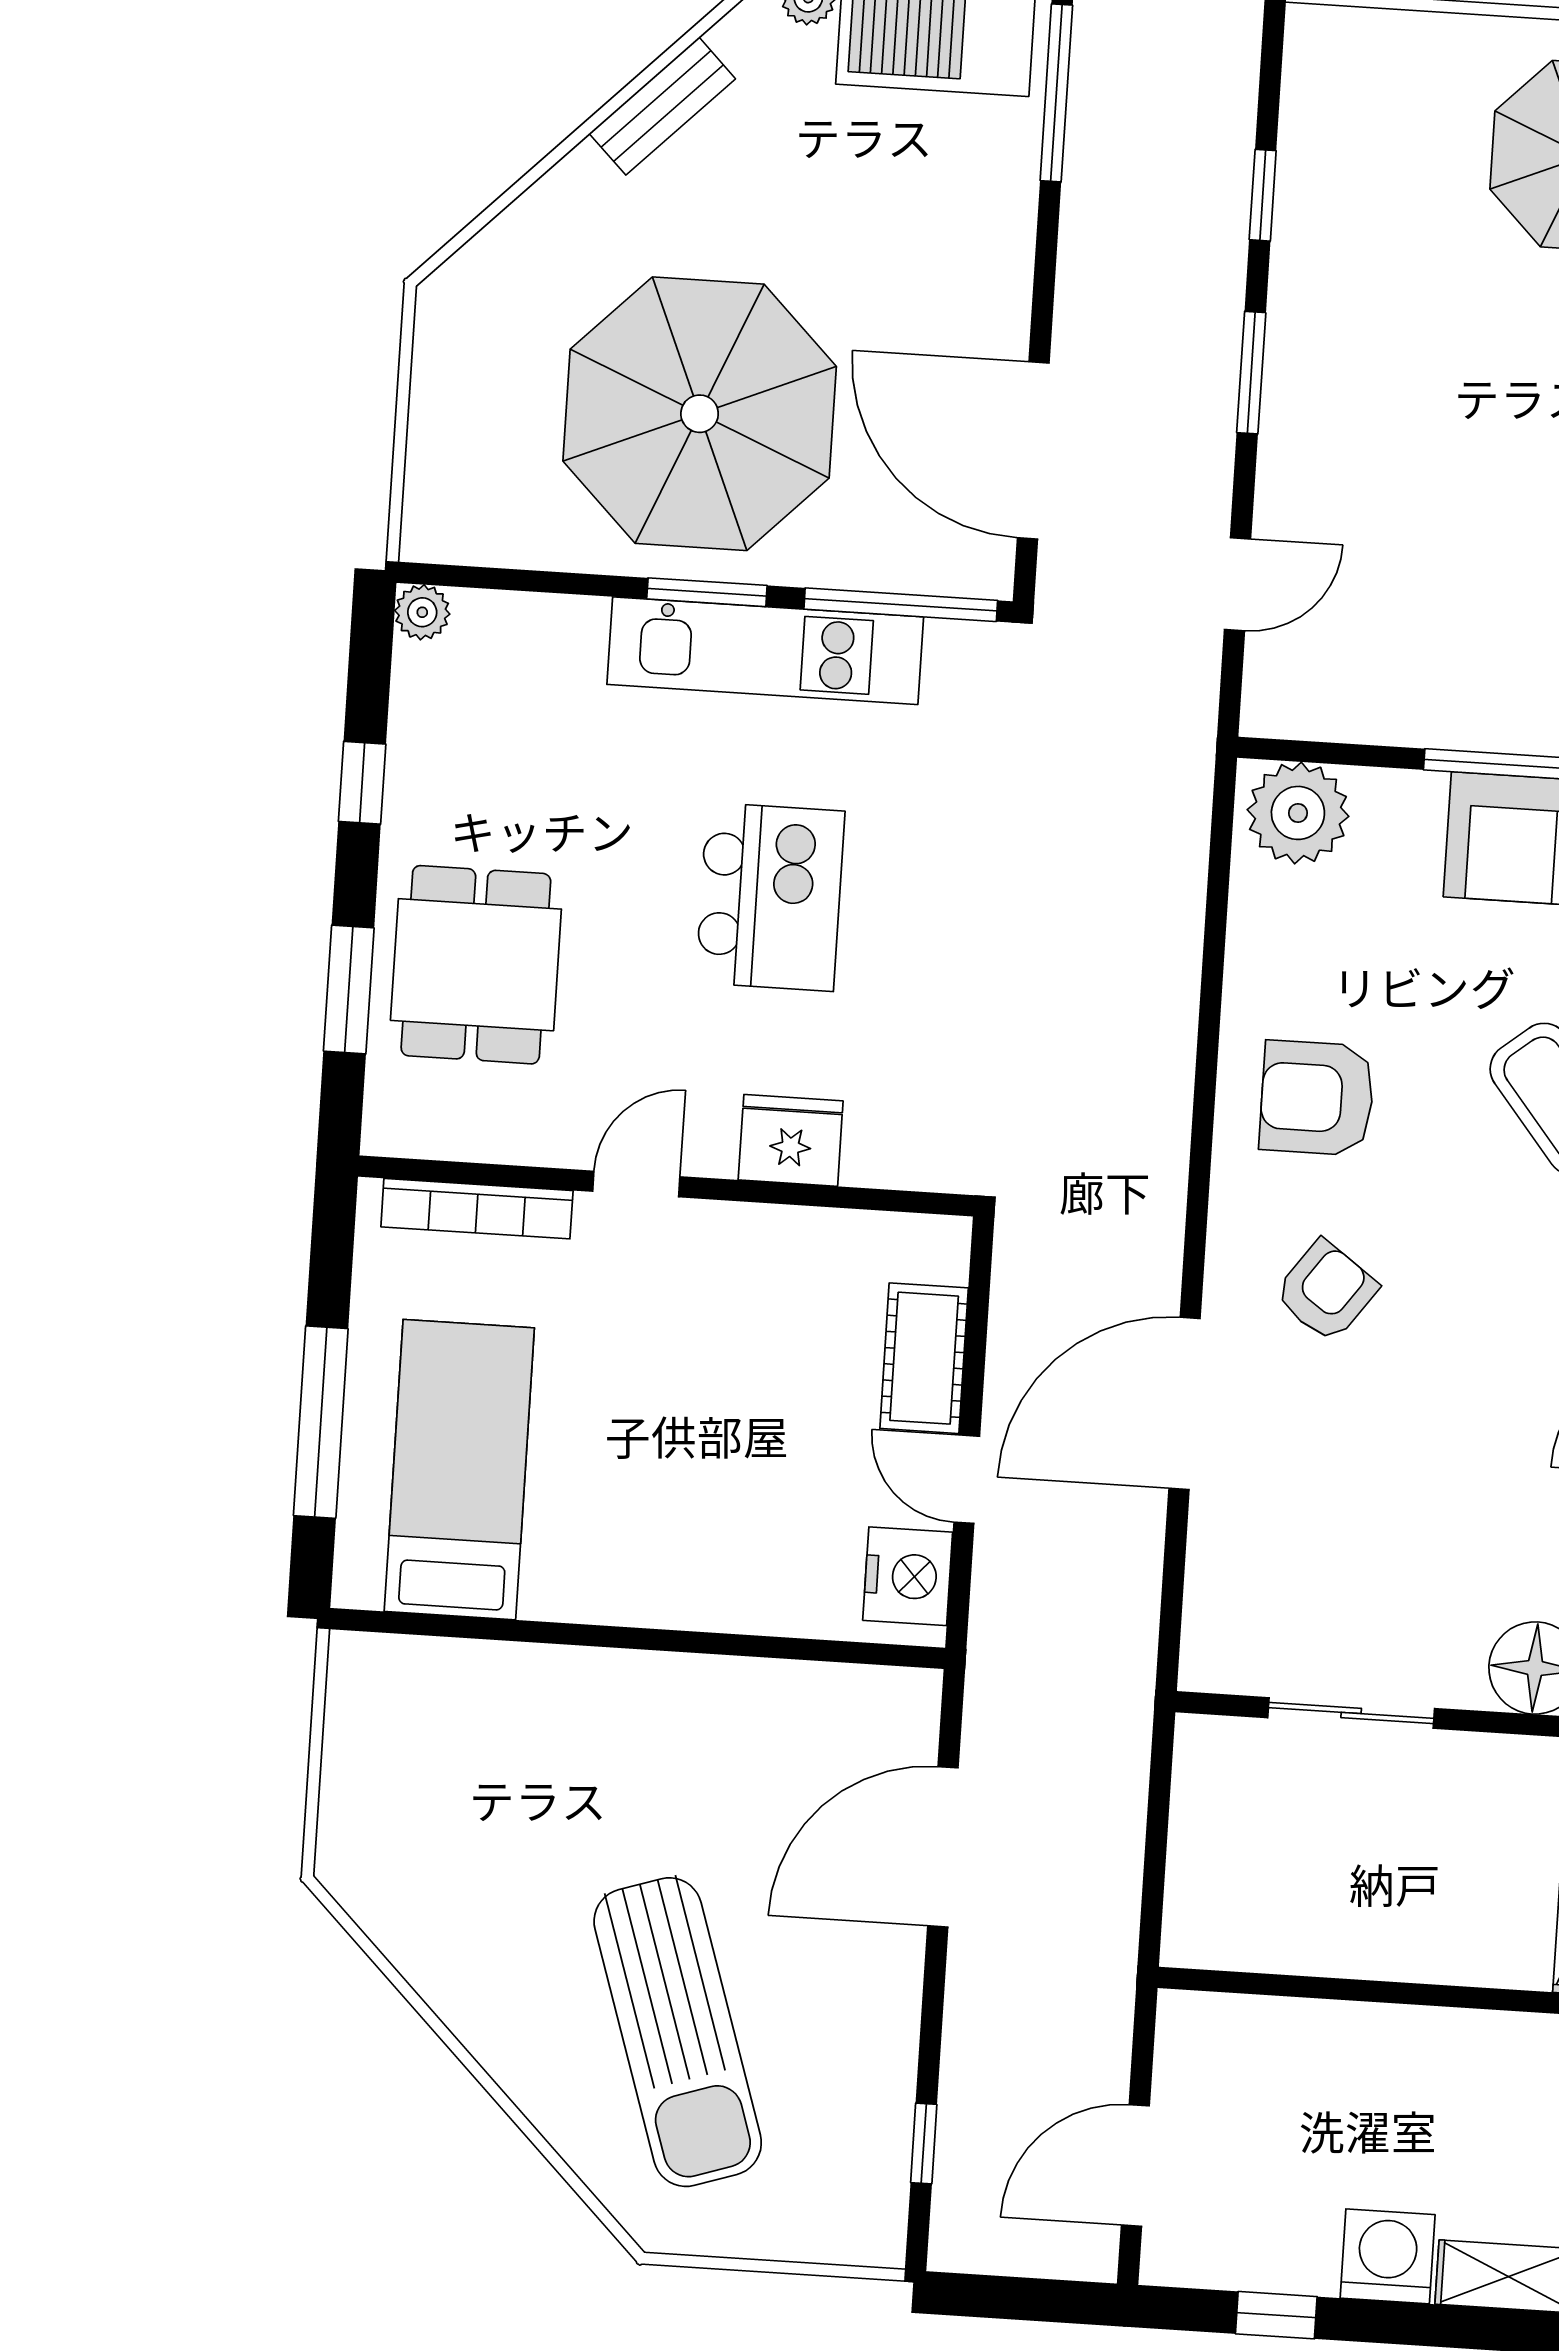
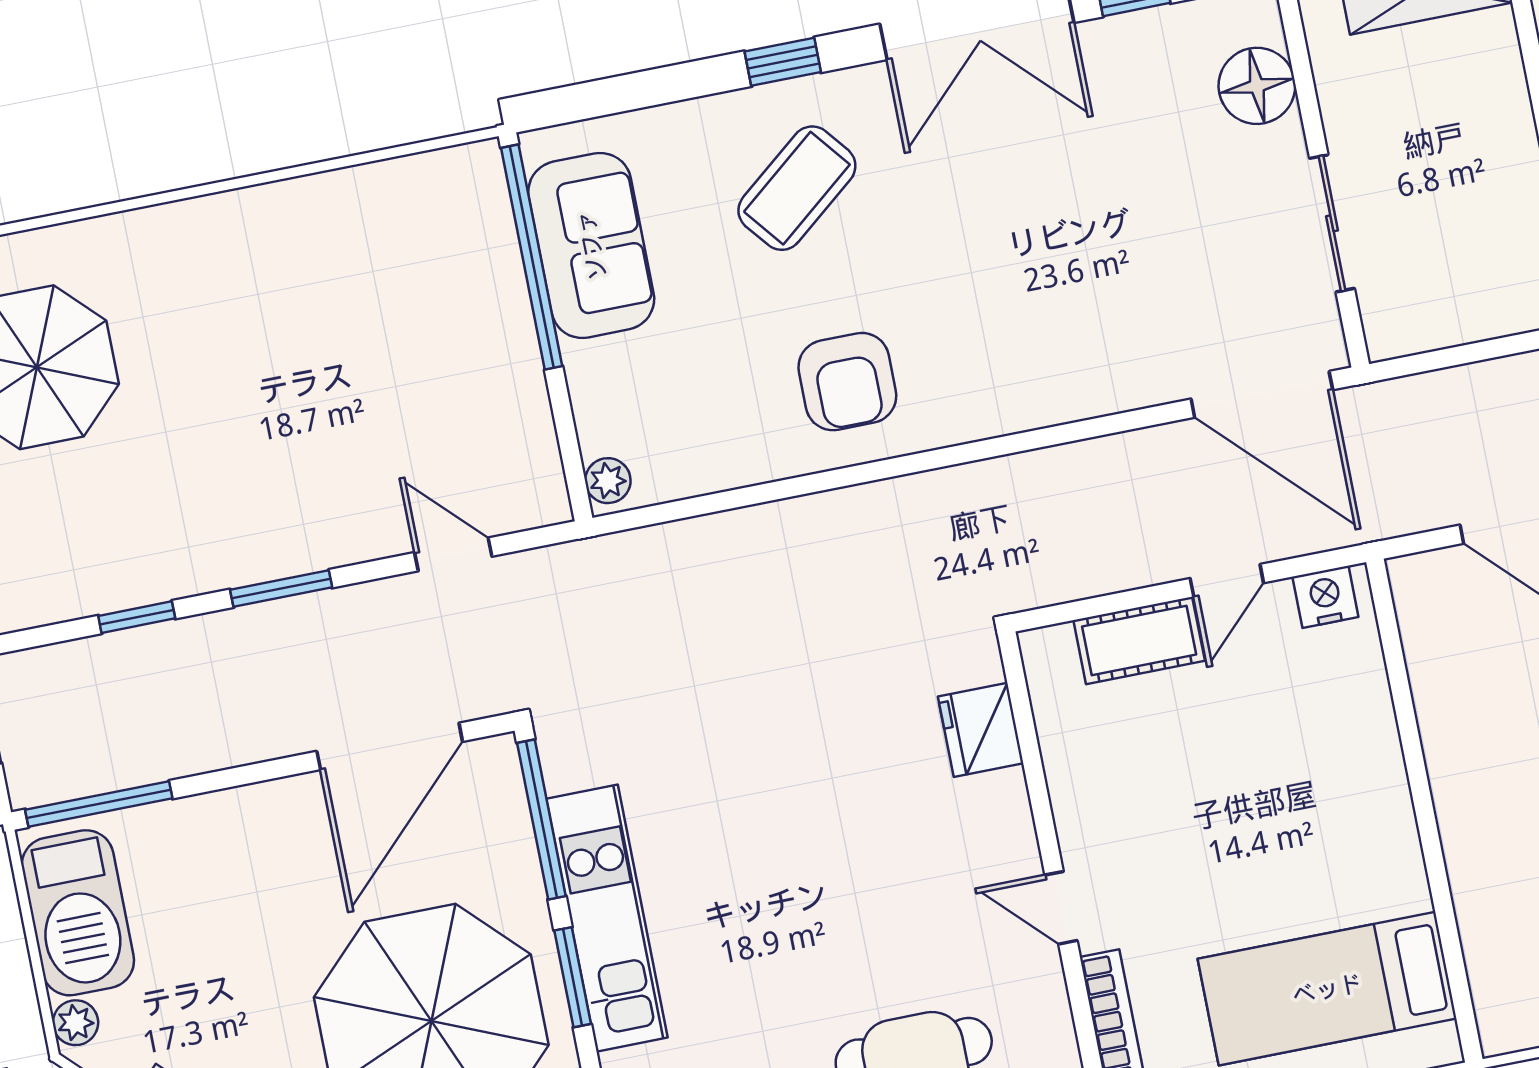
plant: (1298, 813) -> (608, 481), width x0.53, depth x0.53
kitchen island: (770, 897) -> (803, 862), removed
fridge: (791, 1140) -> (981, 730), moved
armchair: (1326, 1291) -> (1000, 333), removed
door: (1185, 1403) -> (1262, 394), moved
nightstand: (908, 1576) -> (1325, 597), width x0.74, depth x0.75

